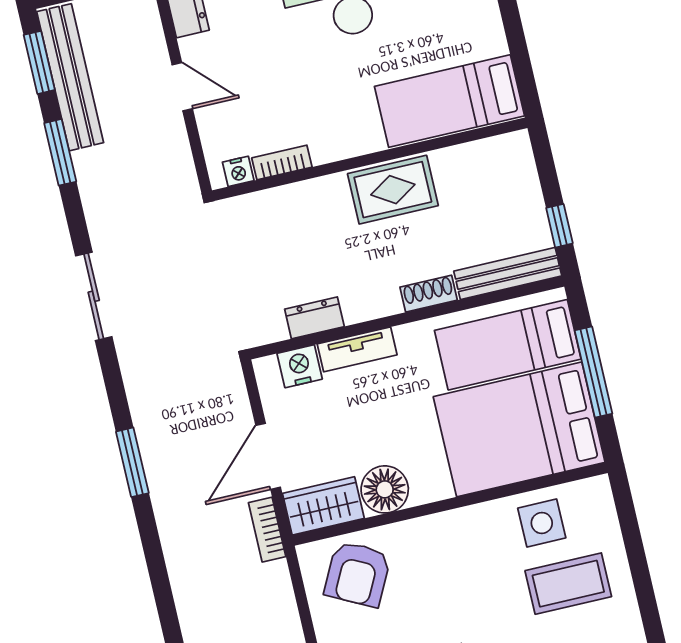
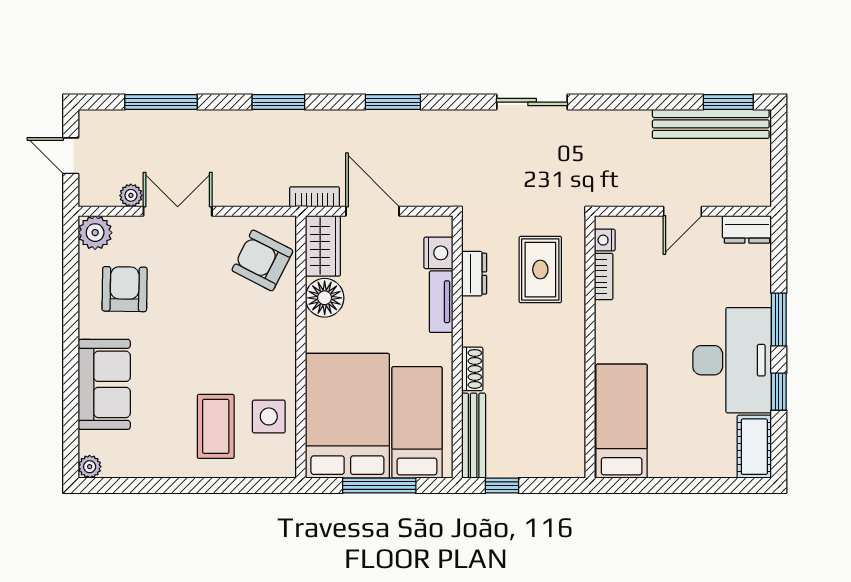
window: (60, 152) -> (278, 102), moved
rug: (393, 190) -> (540, 270), moved

